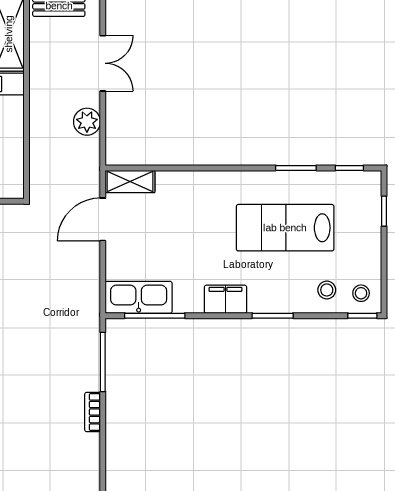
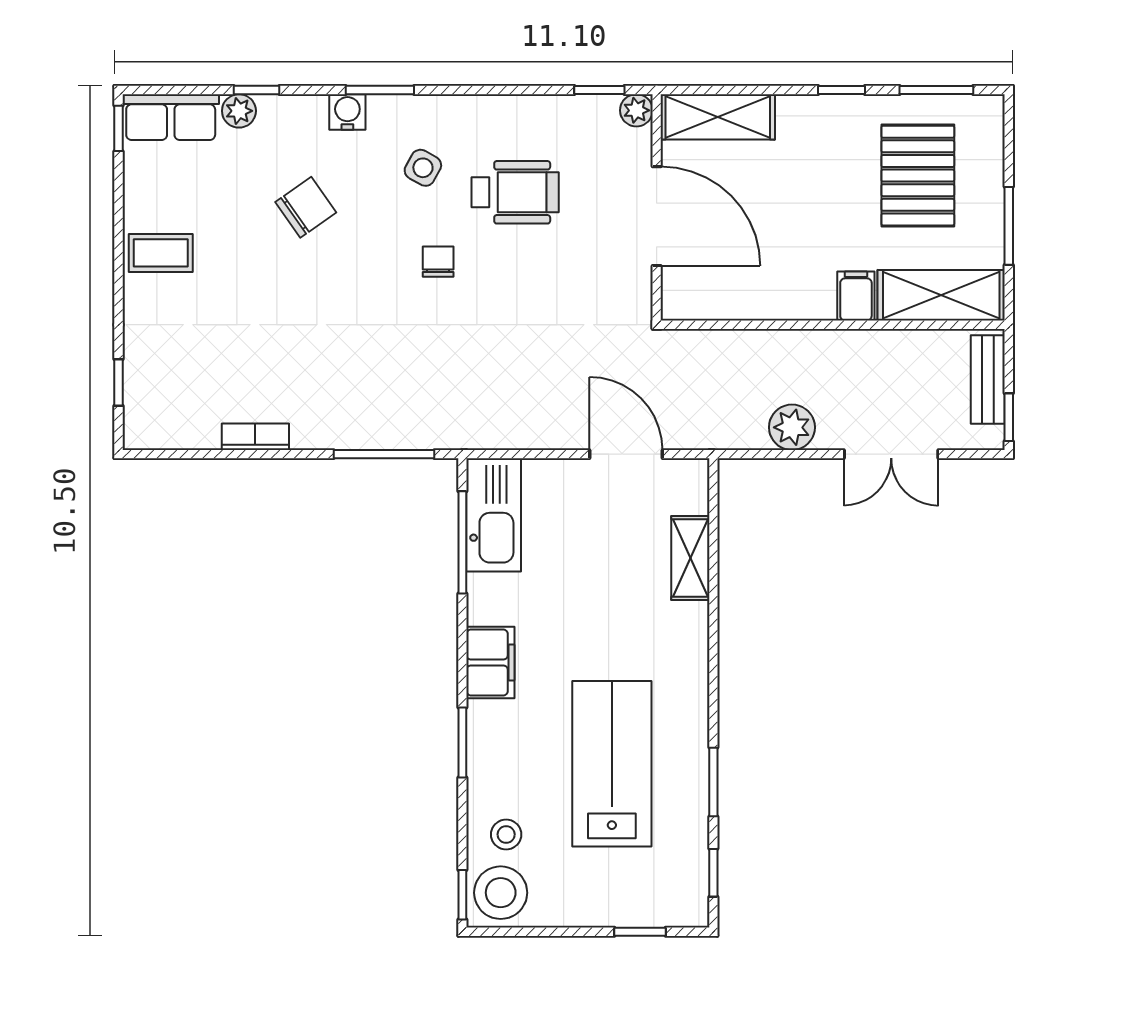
shelving: (130, 182) -> (690, 558), moved
stool: (361, 293) -> (501, 893), width x1.89, depth x1.89
bookcase: (93, 412) -> (255, 437), moved

